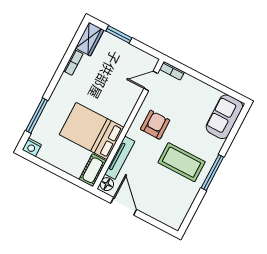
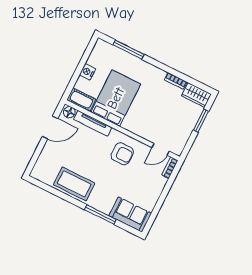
door: (151, 81) -> (161, 149), swing flipped
nightstand: (32, 147) -> (87, 72), moved
coffee table: (182, 162) -> (74, 184), moved, turned 90
window: (212, 172) -> (100, 214), moved

